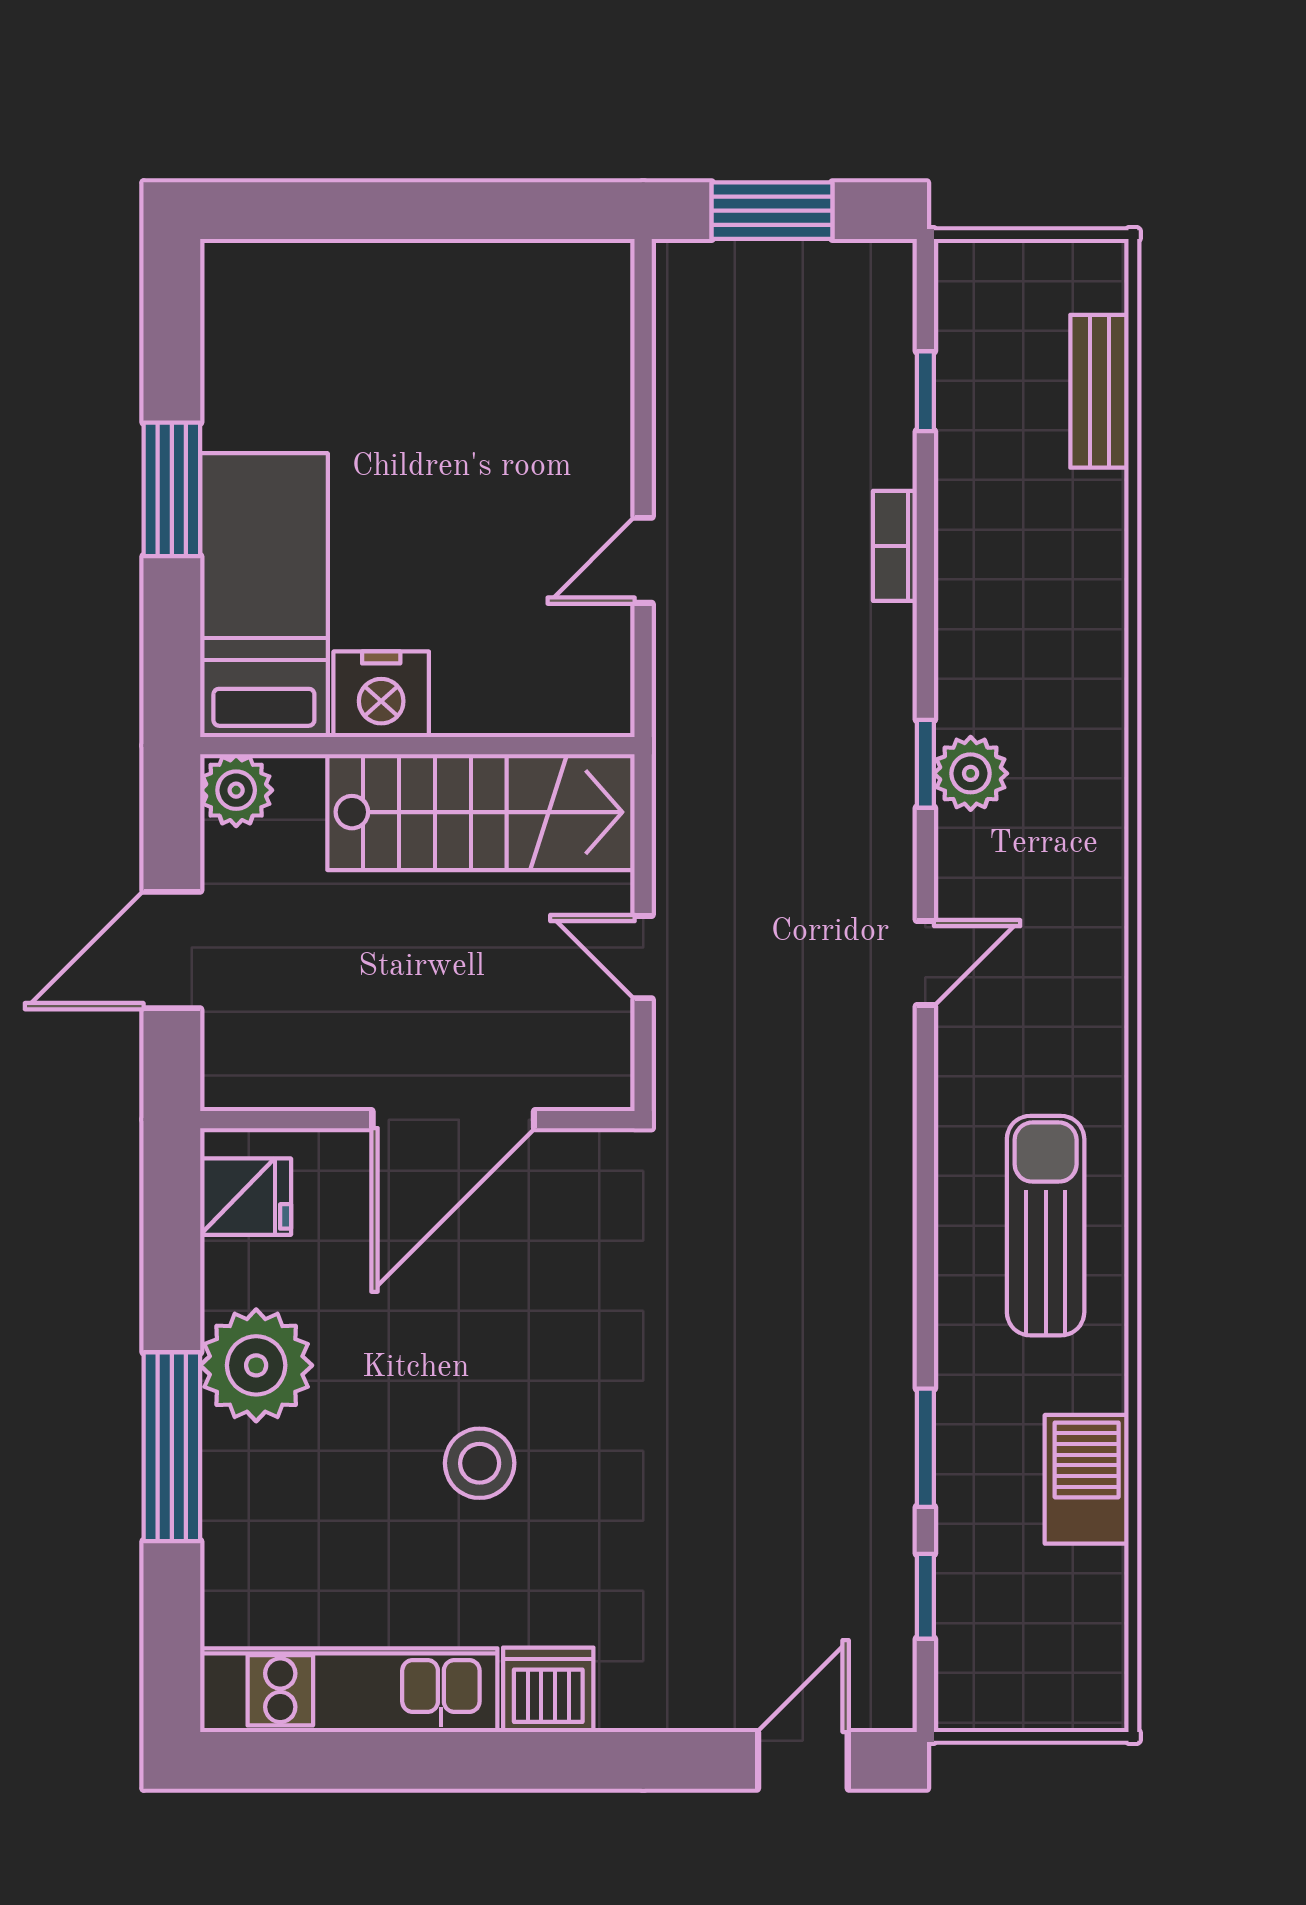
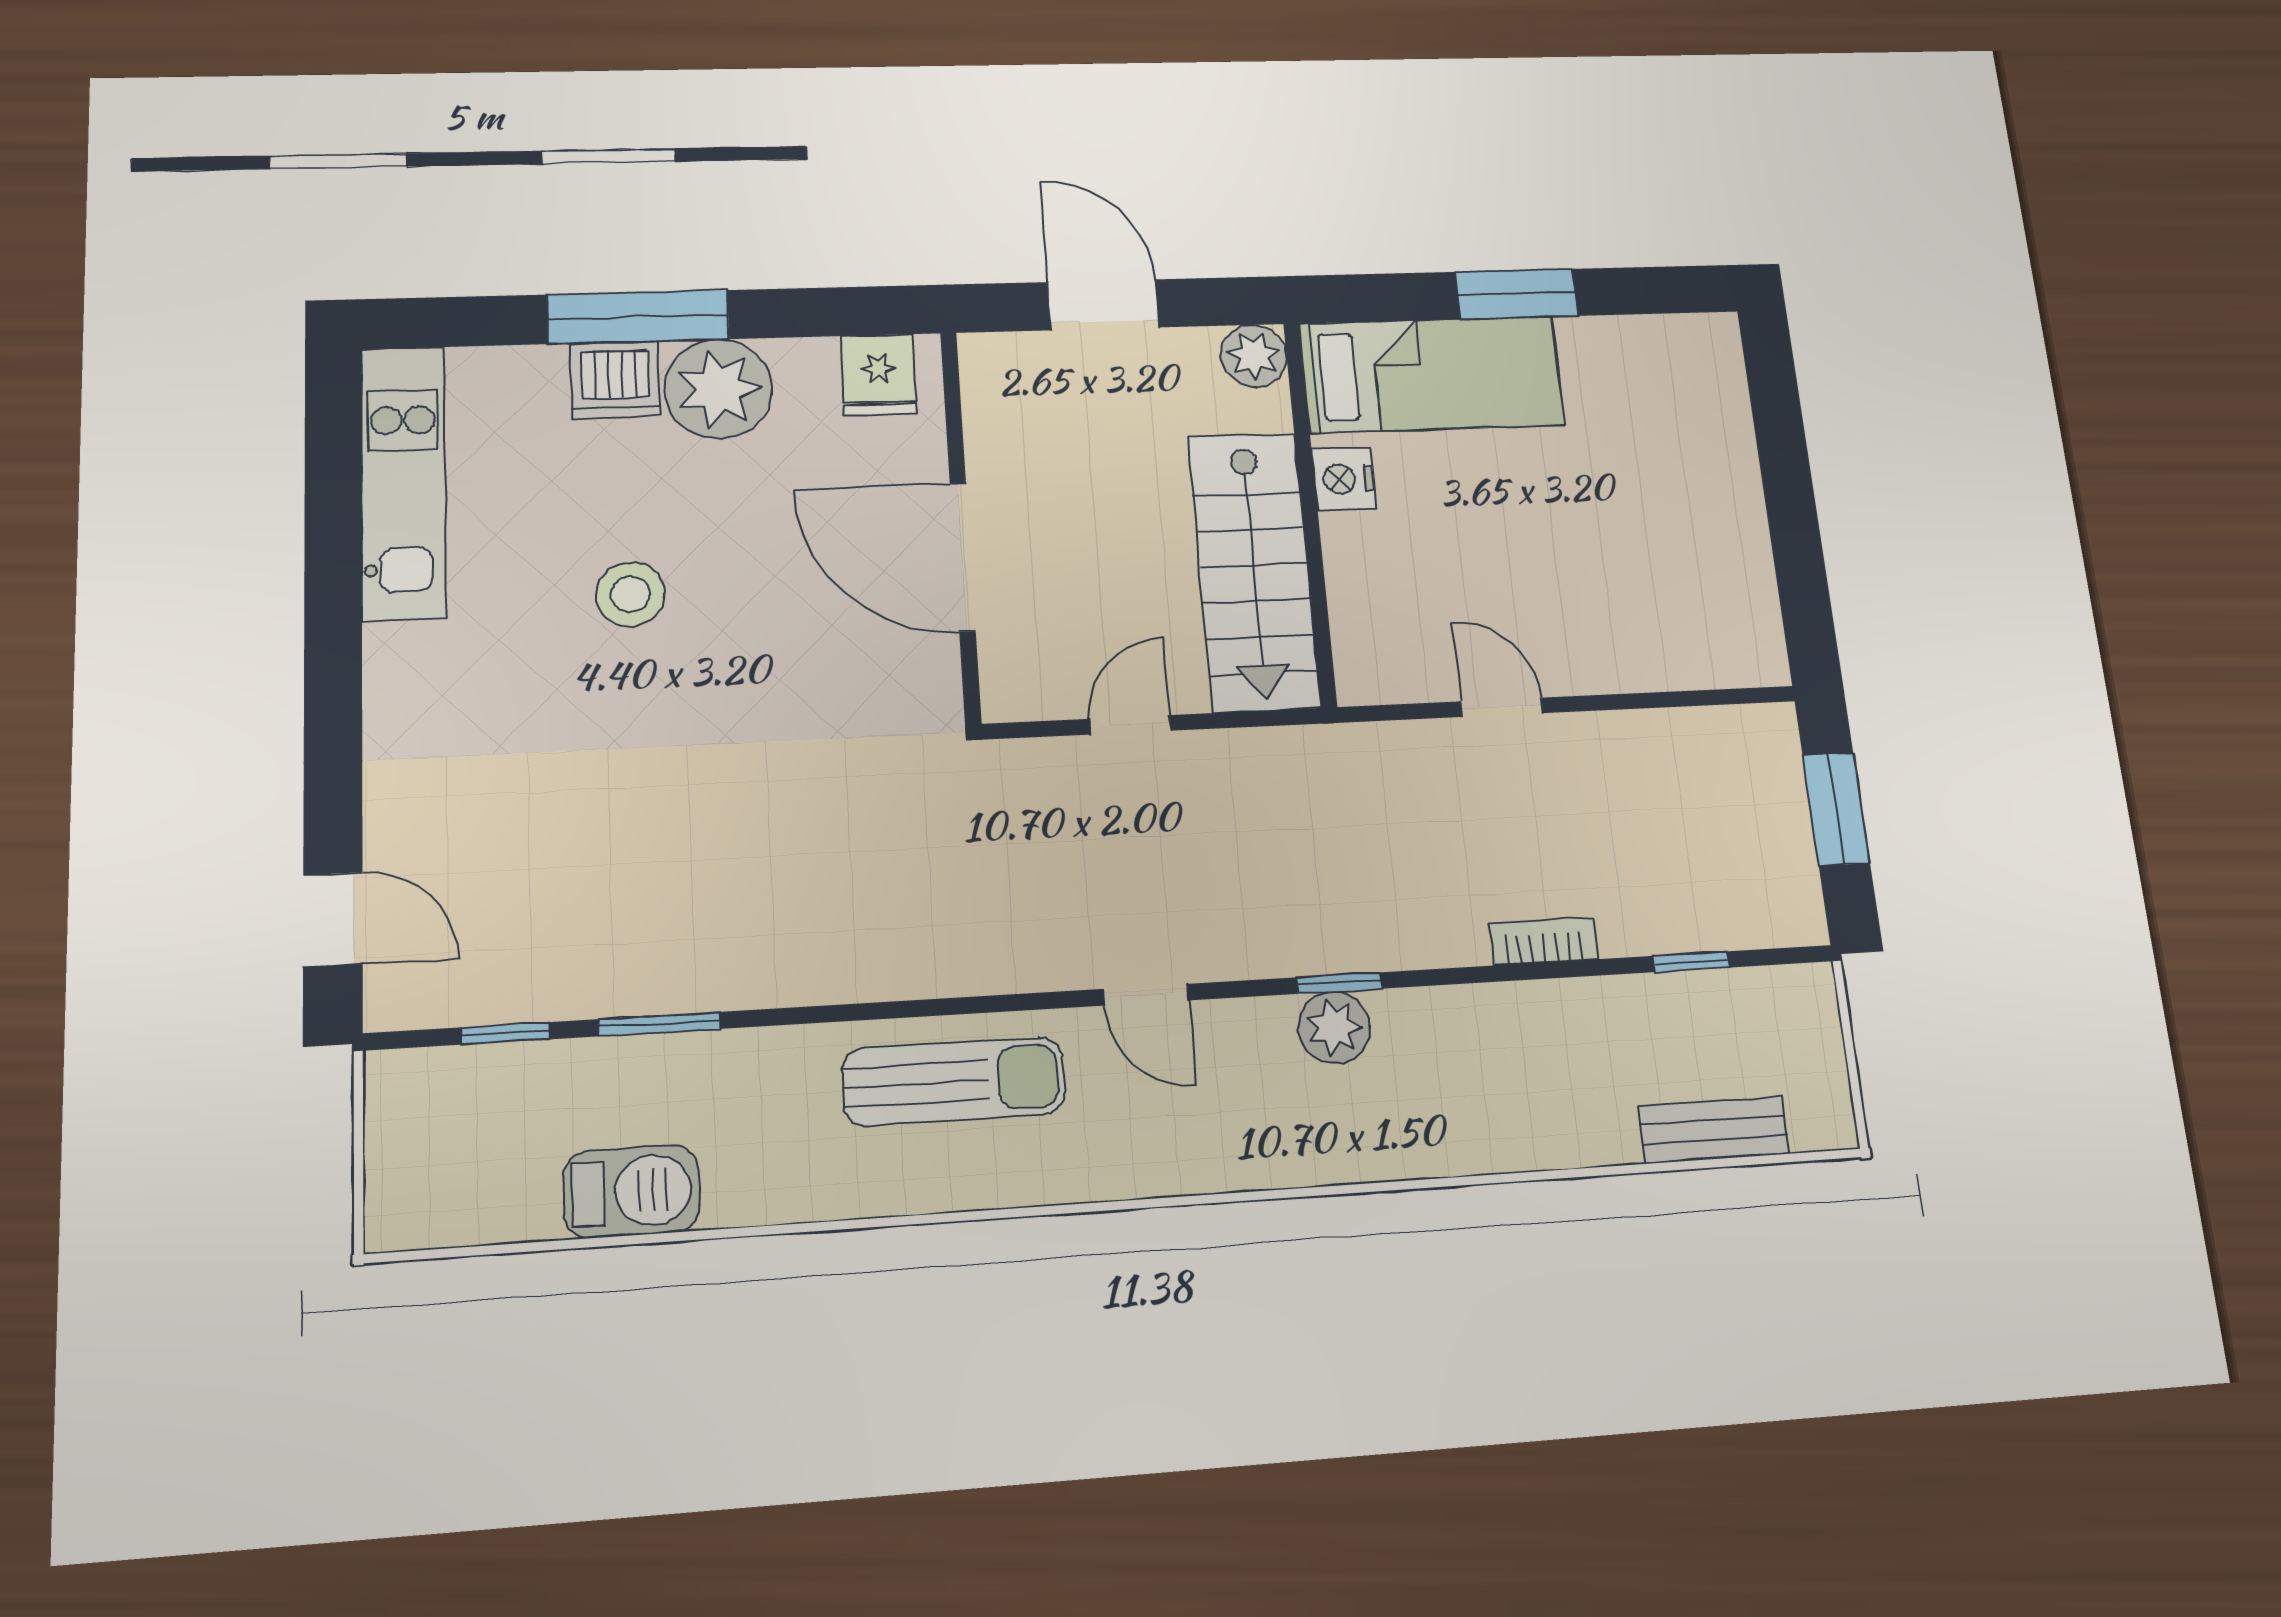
nightstand: (381, 694) -> (1344, 479), width x0.74, depth x0.75
sun lounger: (1046, 1226) -> (954, 1081), moved
dishwasher: (548, 1690) -> (615, 380), moved, turned 90

